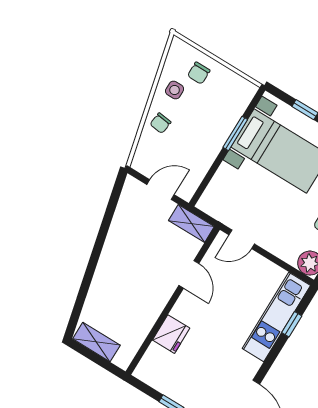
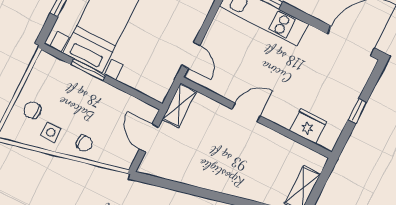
chair: (199, 73) -> (32, 110), turned 180
door: (189, 274) -> (246, 112), moved
fridge: (171, 334) -> (308, 126), moved

